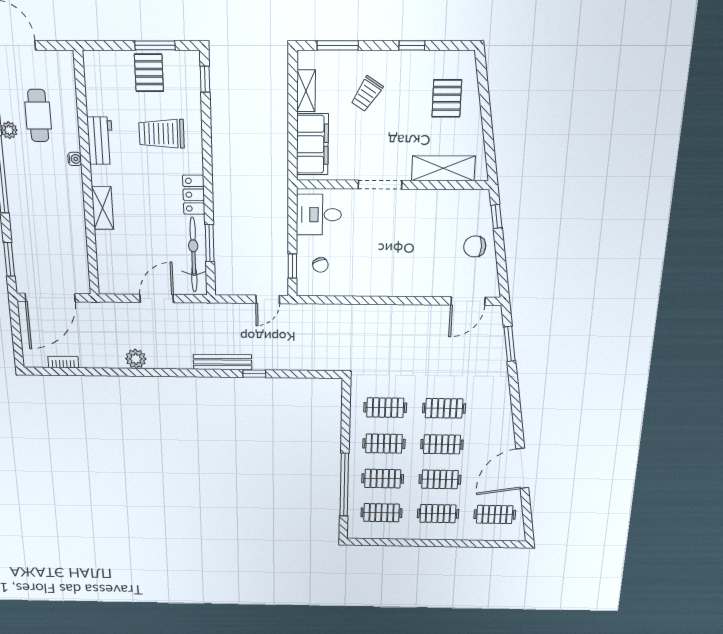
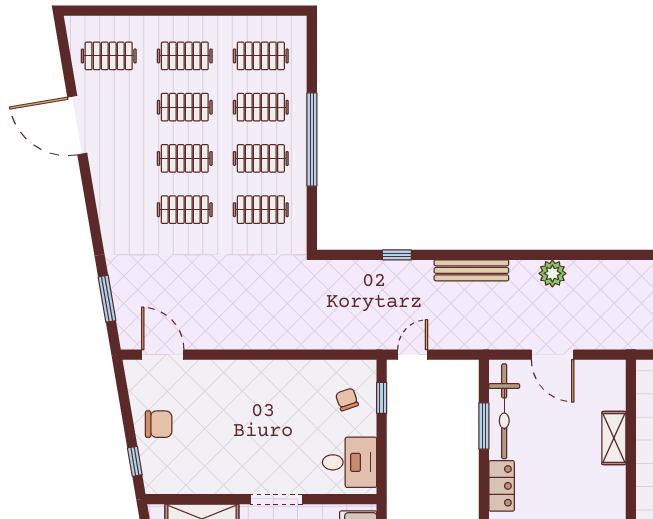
shelving: (103, 208) -> (614, 438), moved
door: (157, 298) -> (553, 355), hinge flipped
door: (468, 301) -> (163, 355), hinge flipped
plant: (136, 359) -> (552, 273), moved
window: (254, 374) -> (397, 255), moved
door: (522, 468) -> (77, 125), swing flipped
window: (344, 485) -> (312, 139), moved

